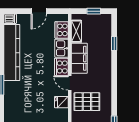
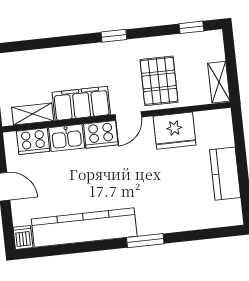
window: (114, 43) -> (114, 36), moved
fridge: (61, 102) -> (175, 131), width x1.88, depth x1.34

